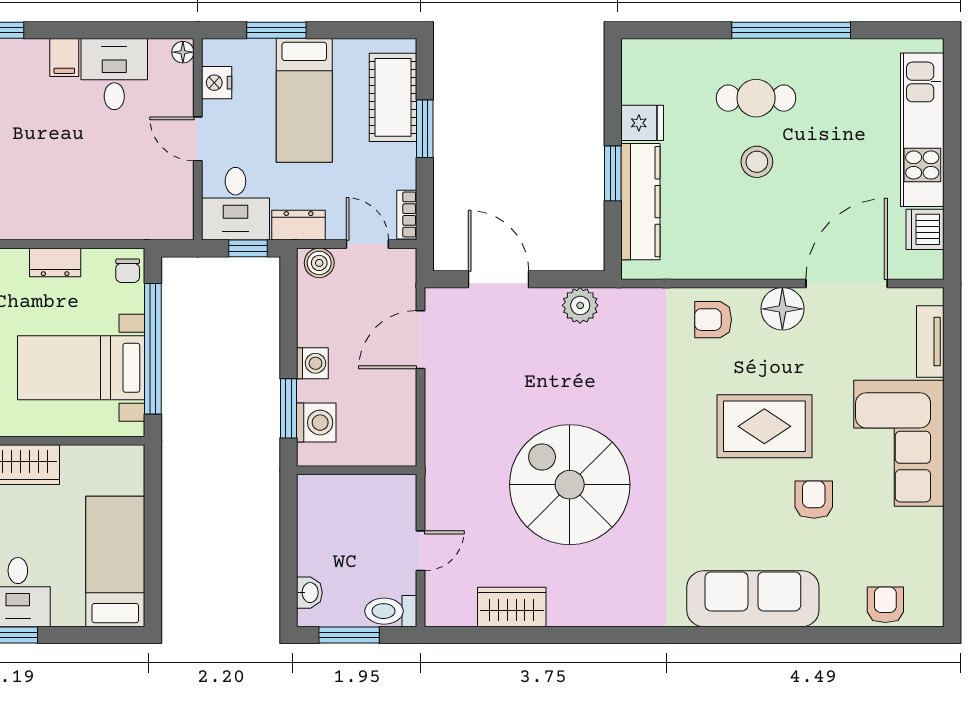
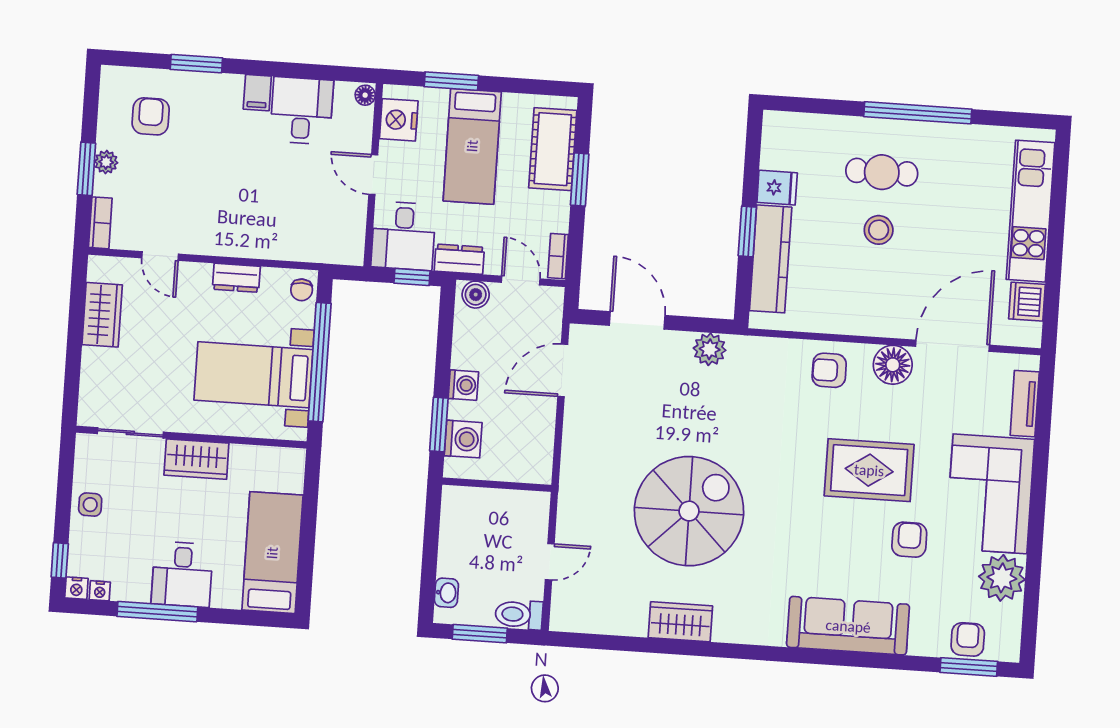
nightstand: (217, 83) -> (399, 120), width x1.36, depth x1.33
spiral stairs: (570, 485) -> (689, 511), turned 90
plant: (918, 535) -> (1002, 578), added
wardrobe: (512, 607) -> (680, 622), moved
window: (889, 635) -> (969, 667), added

